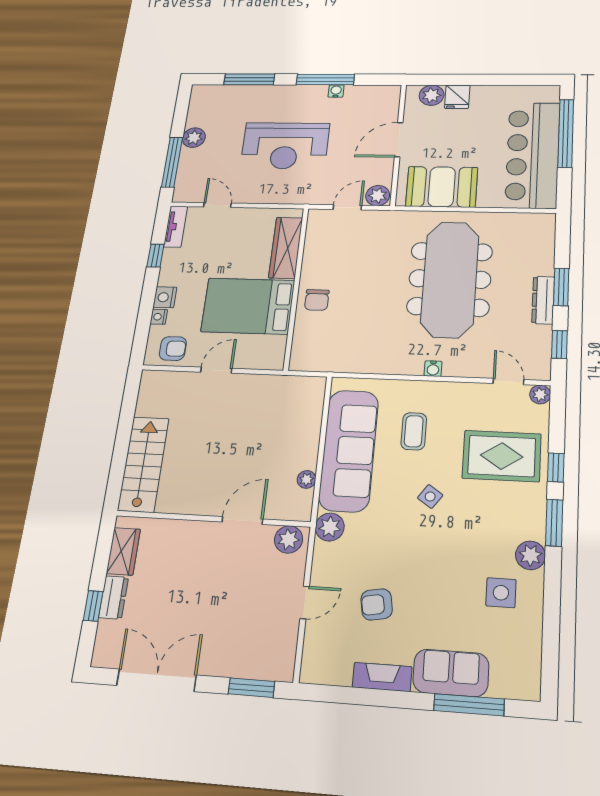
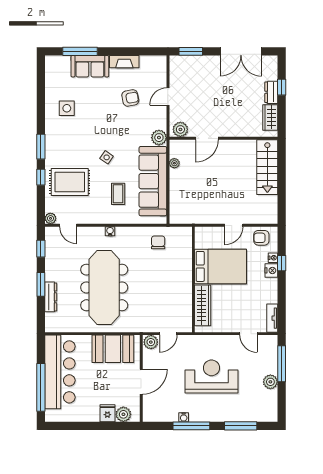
window: (155, 256) -> (282, 263), moved
chair: (317, 300) -> (158, 242), moved
dresser: (543, 300) -> (51, 297), moved
plant: (530, 555) -> (53, 129), removed

